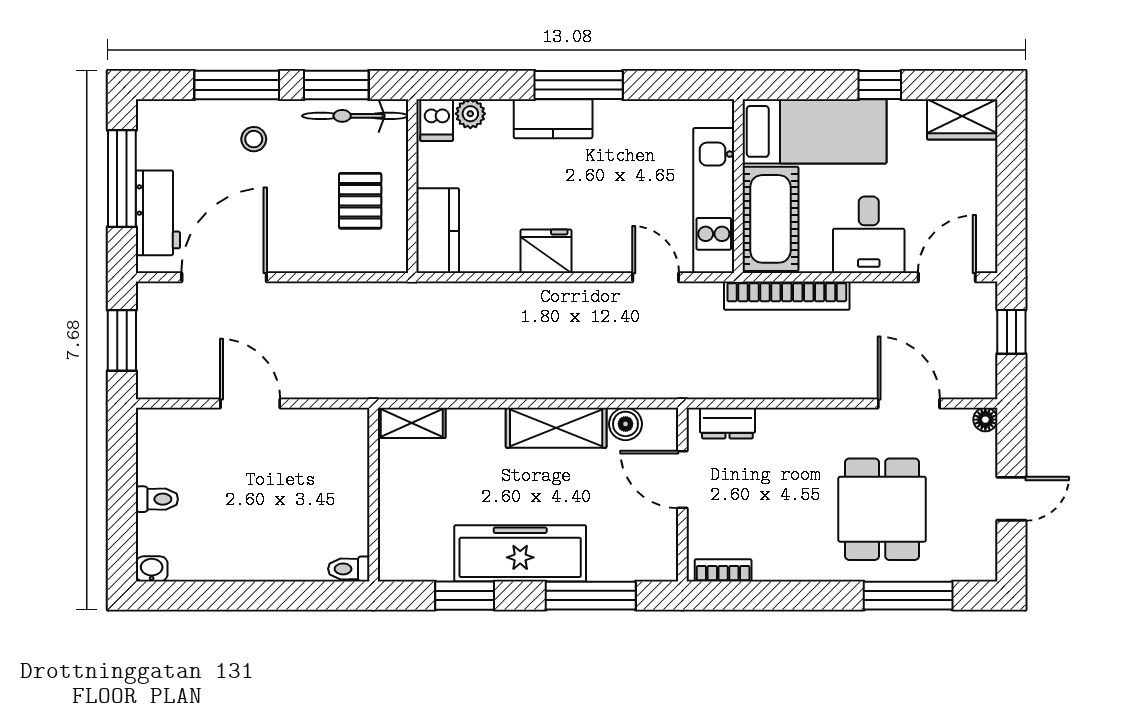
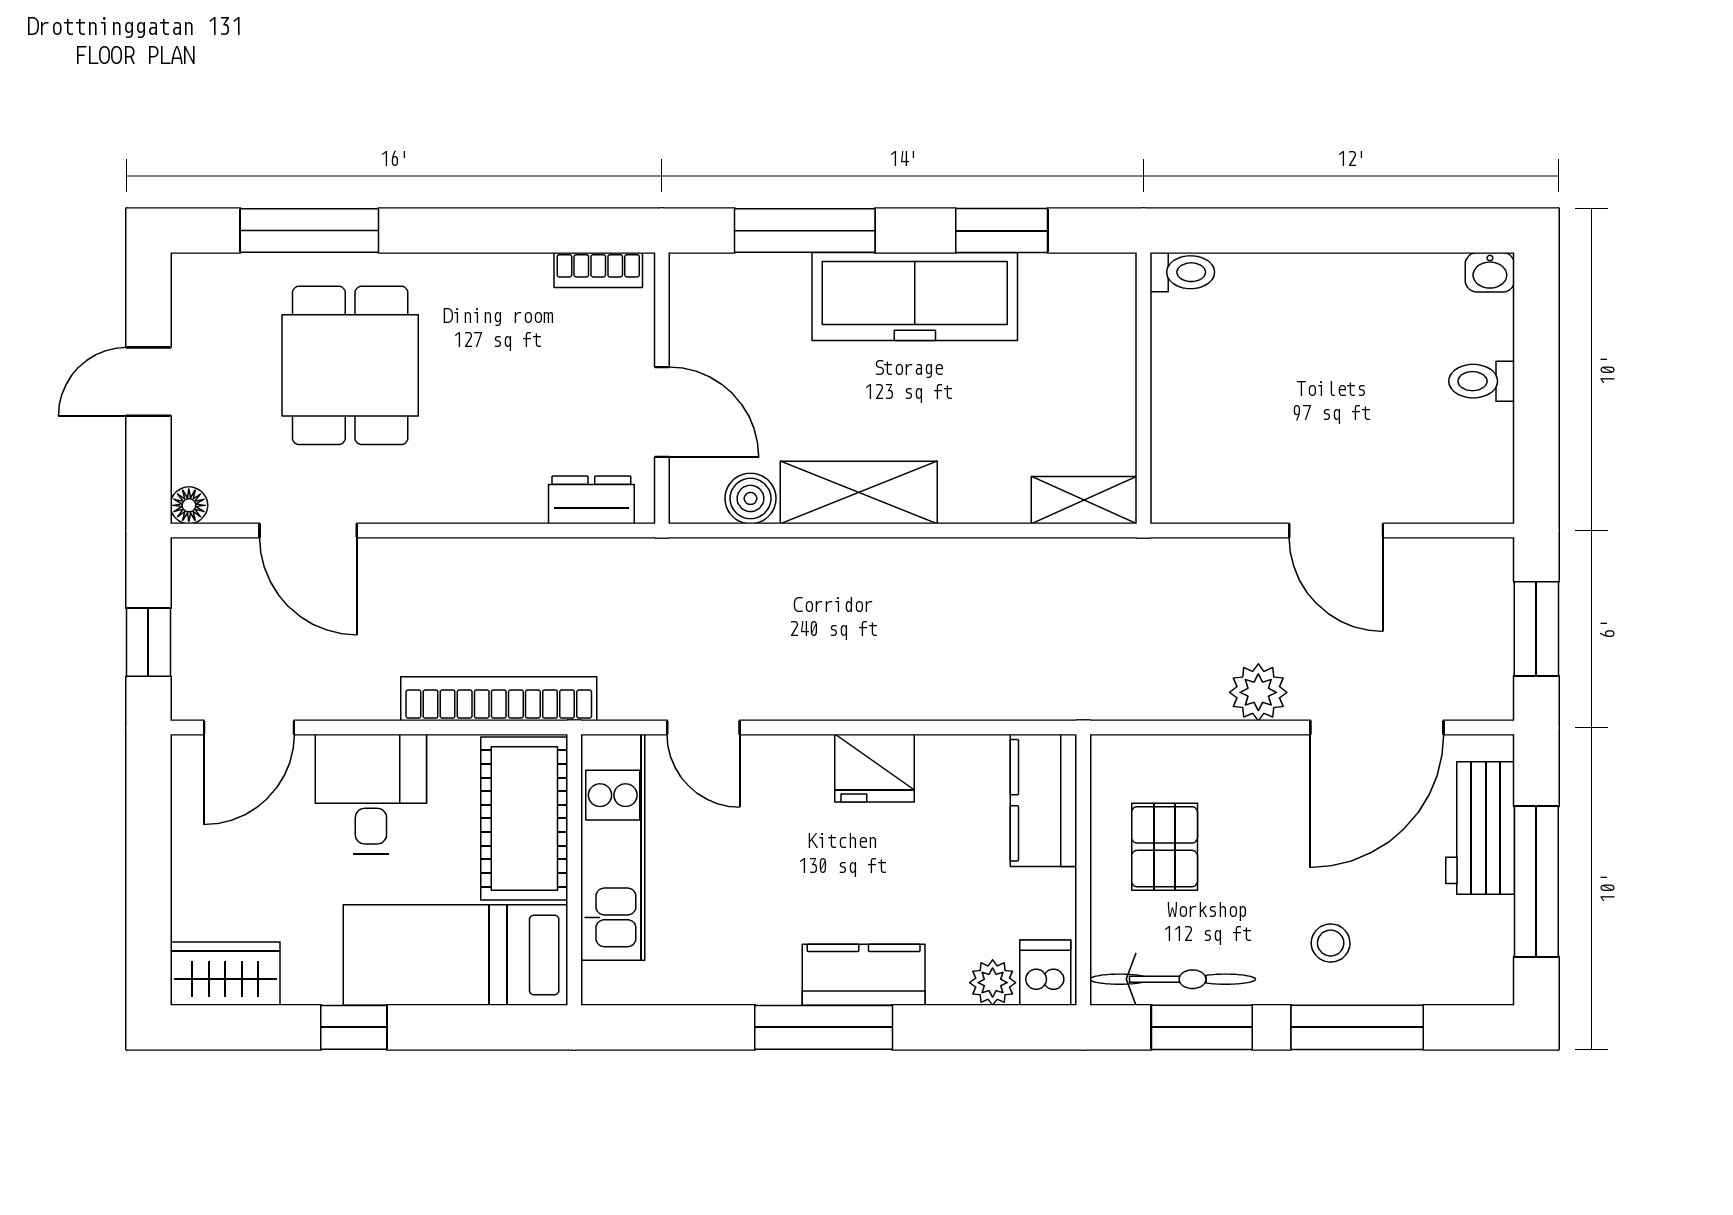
plant: (300, 300) -> (1258, 692), added

